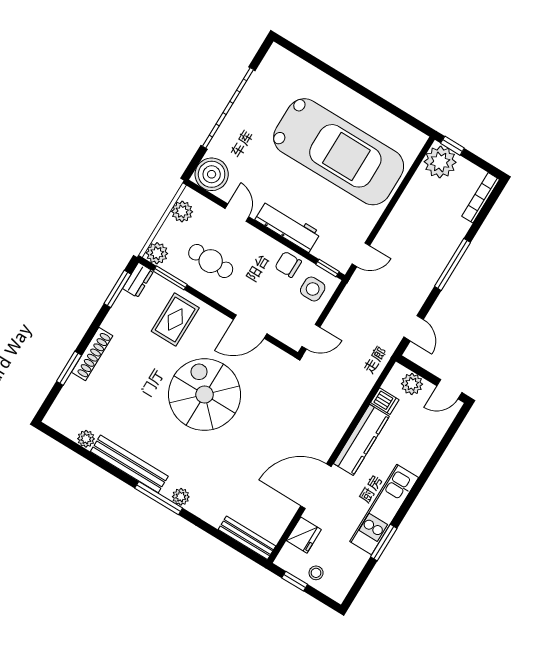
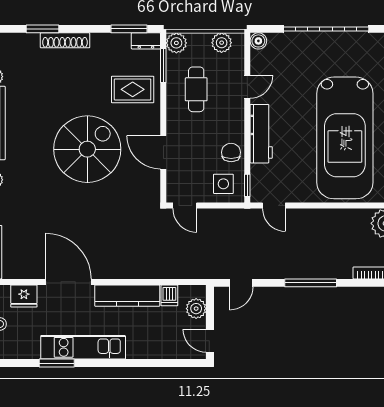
boiler: (212, 174) -> (258, 41), width x0.54, depth x0.54

